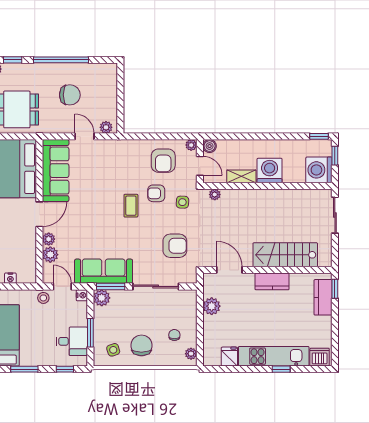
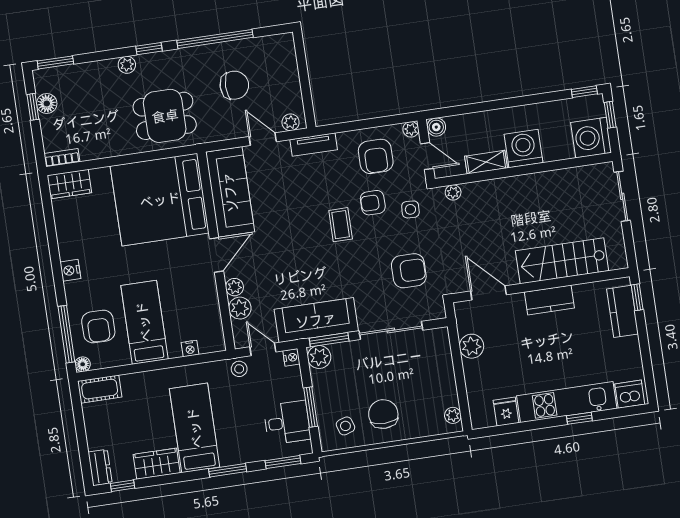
tv unit: (120, 146) -> (314, 145), added
chair: (174, 335) -> (426, 393), removed
window: (65, 369) -> (283, 462), width x1.50

